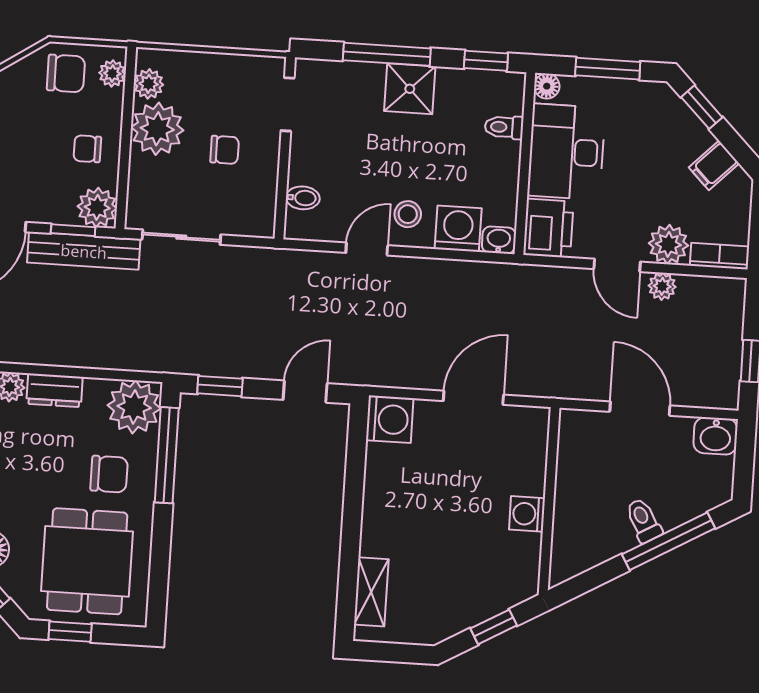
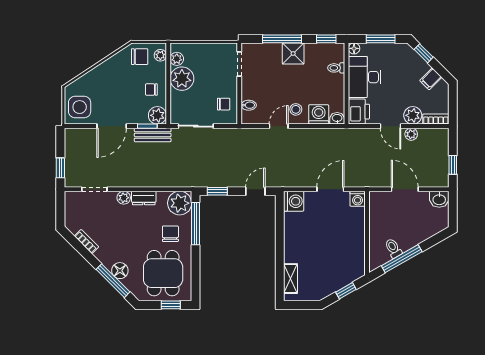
chair: (225, 150) -> (224, 104), moved
bench: (84, 251) -> (153, 135), width x0.73
chair: (109, 474) -> (170, 234), turned -90
washing machine: (527, 514) -> (358, 199), moved, turned -90
toilet: (643, 520) -> (393, 248), moved
window: (668, 541) -> (402, 259), moved
window: (70, 632) -> (171, 305), moved

